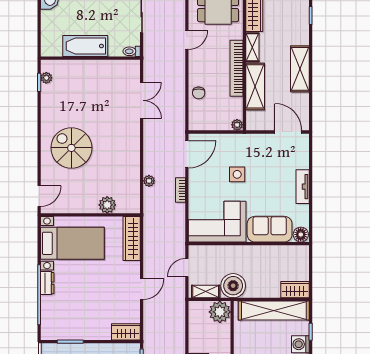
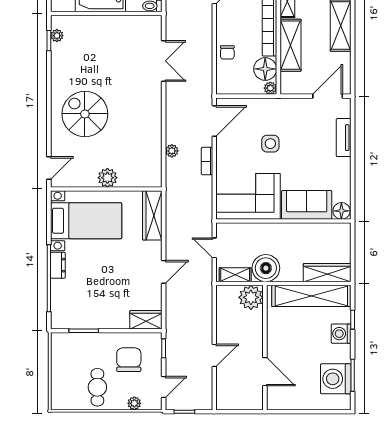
floor lamp: (233, 108) -> (265, 69), added
door: (288, 132) -> (328, 96), hinge flipped
tv unit: (303, 187) -> (344, 138), moved
plant: (107, 205) -> (107, 178), moved
door: (187, 268) -> (214, 248), hinge flipped
wardrobe: (295, 290) -> (327, 273), width x1.50

